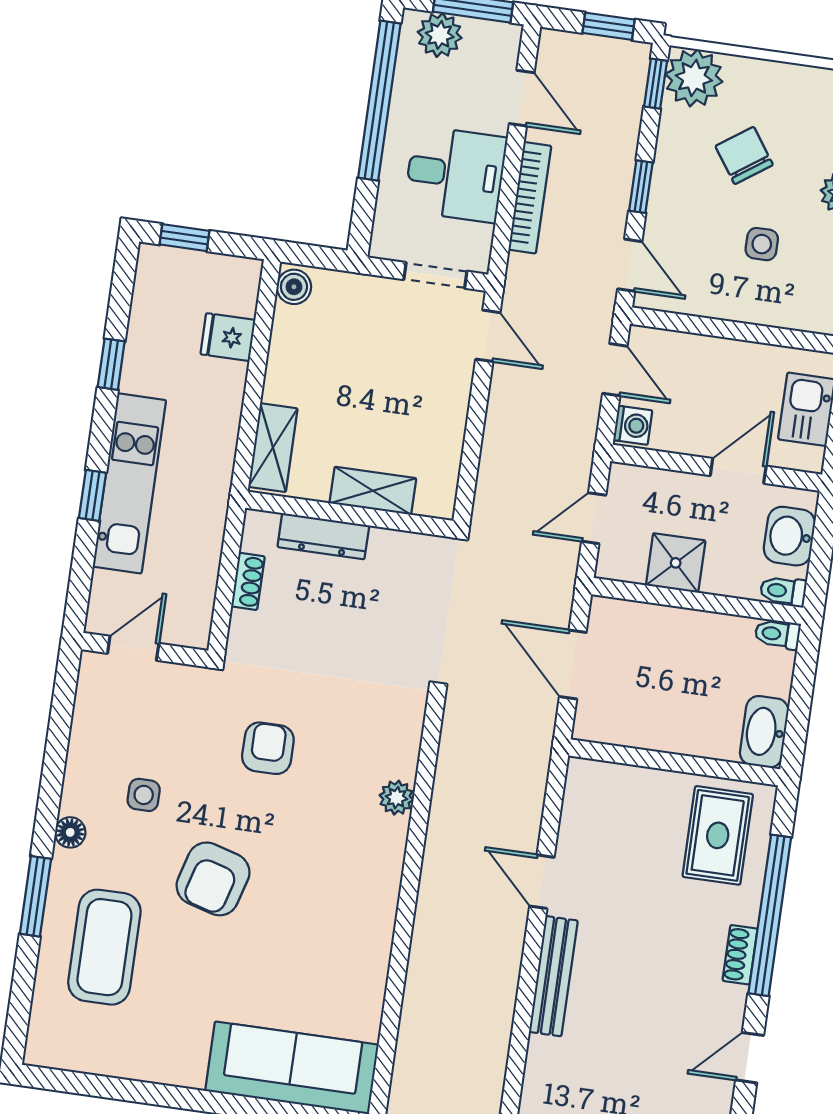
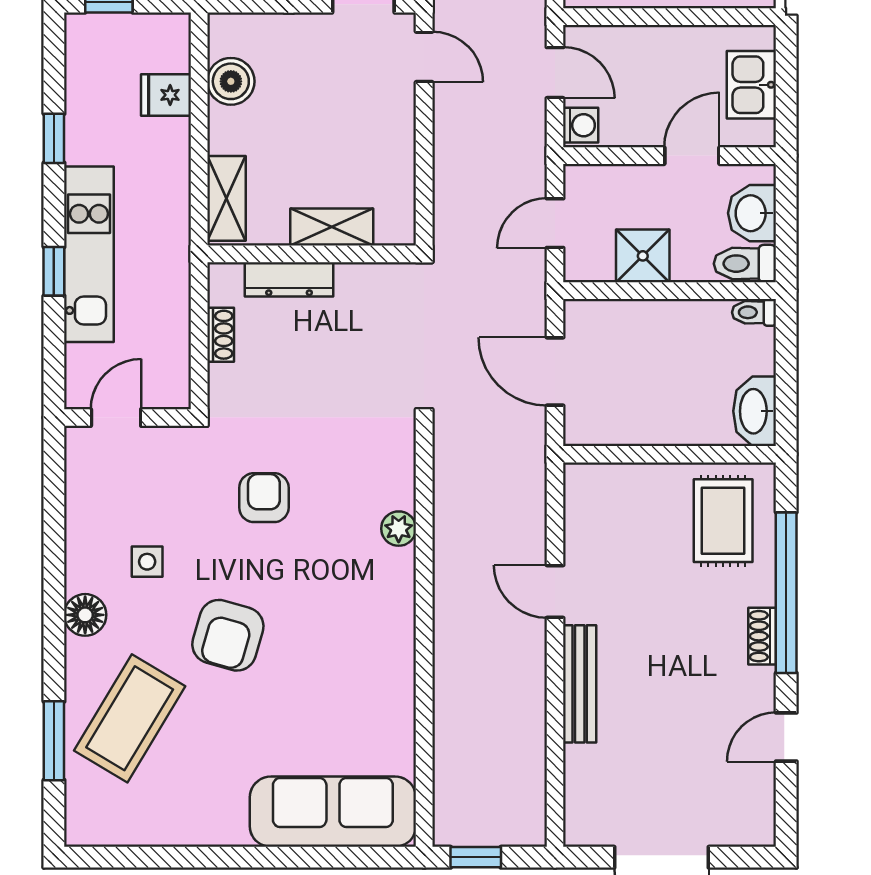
boiler: (294, 287) -> (231, 81), moved, width x1.36, depth x1.36
toilet: (783, 591) -> (745, 264), width x1.37, depth x1.39
floor lamp: (70, 832) -> (85, 615), width x1.37, depth x1.37
window: (35, 896) -> (54, 741), moved
coffee table: (104, 947) -> (130, 718), turned 31

